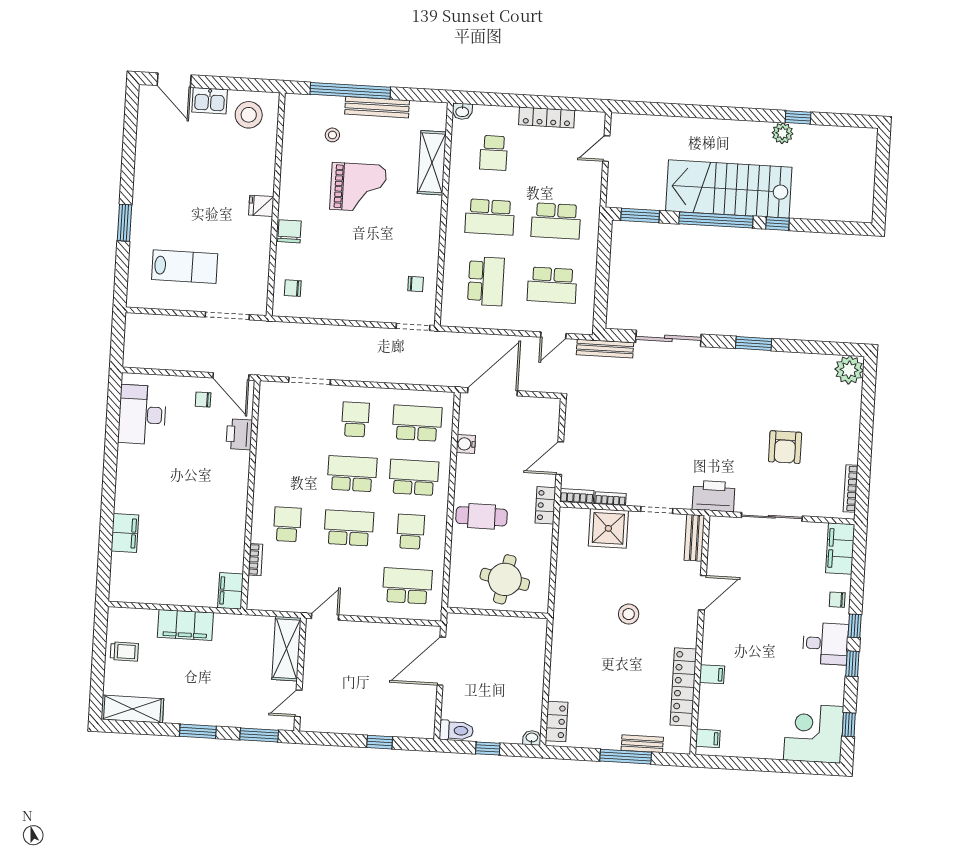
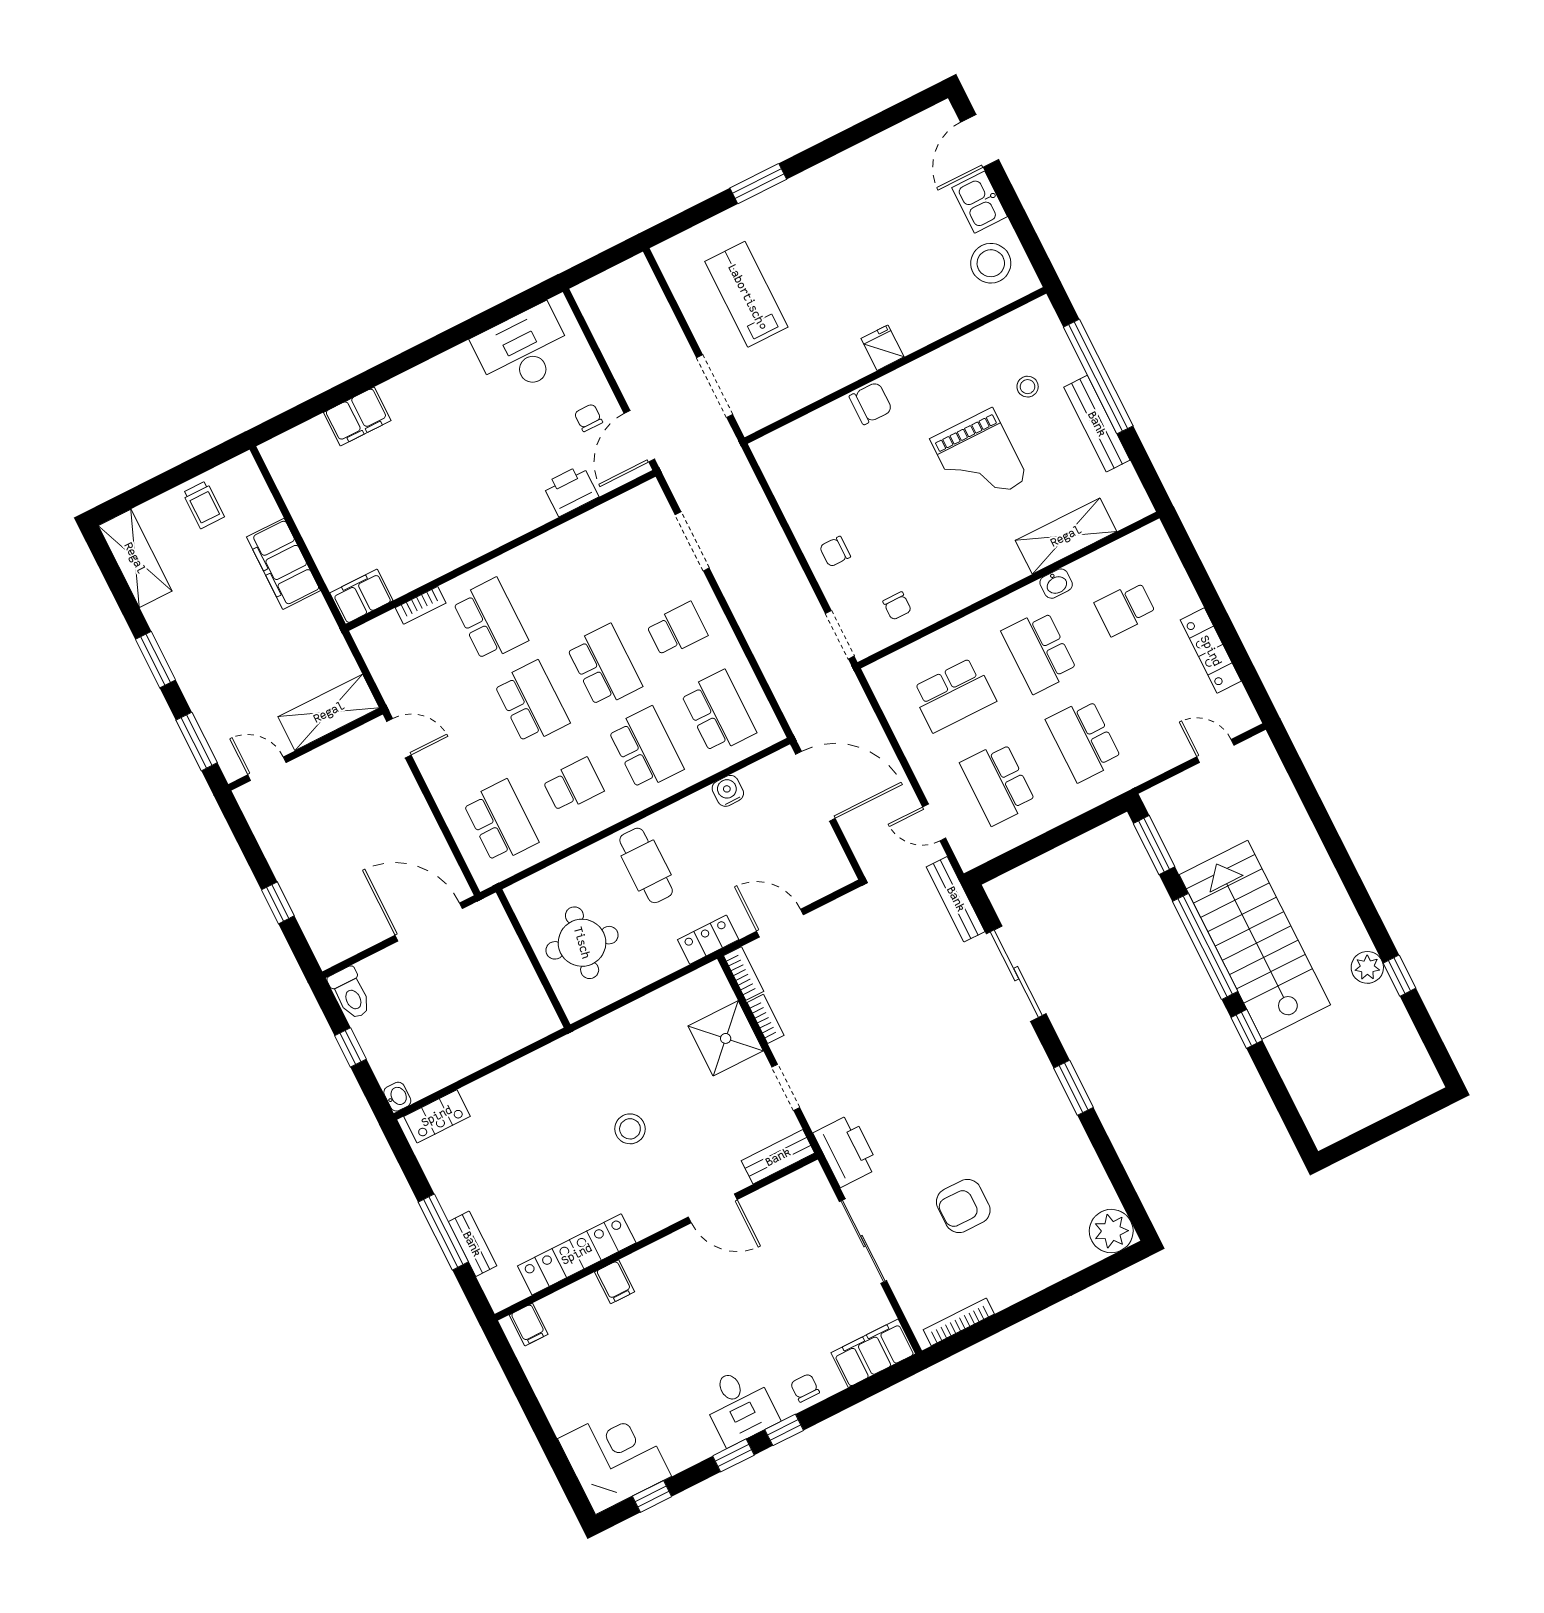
washbasin: (462, 111) -> (1056, 584), moved, turned -90
lab bench: (185, 267) -> (746, 294), turned 180
chair: (293, 288) -> (835, 552), moved, turned -90
school desk: (287, 524) -> (490, 620), width x1.85

